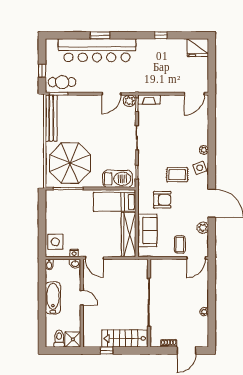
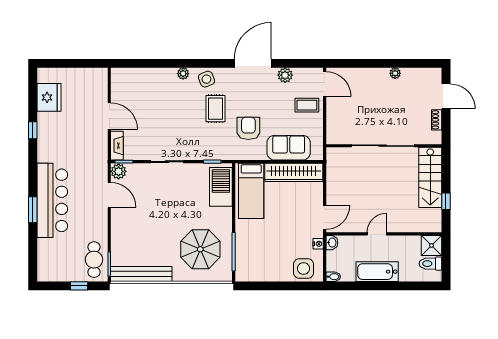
fridge: (198, 48) -> (49, 97), moved
bar counter: (97, 50) -> (52, 200), width x0.73
door: (194, 94) -> (109, 116), moved
parasol: (70, 163) -> (200, 249), width x0.73, depth x0.73

